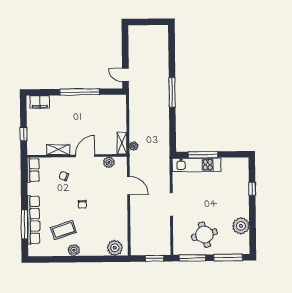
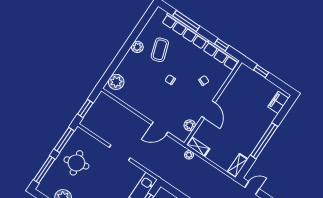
shelving: (58, 150) -> (238, 165), moved
row of seats: (33, 170) -> (221, 55), width x1.48
window: (24, 182) -> (222, 45), added

